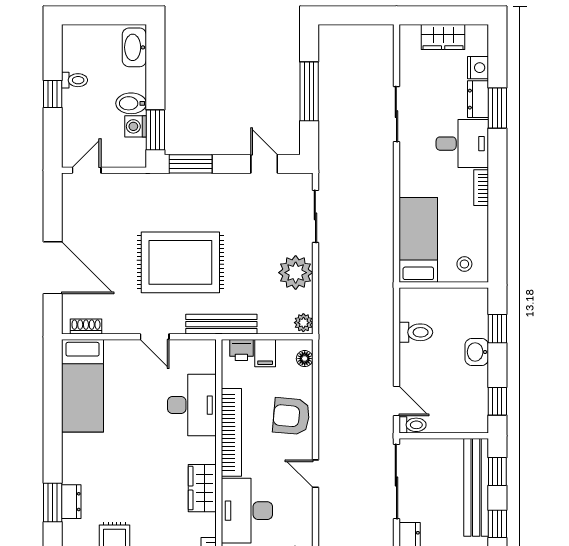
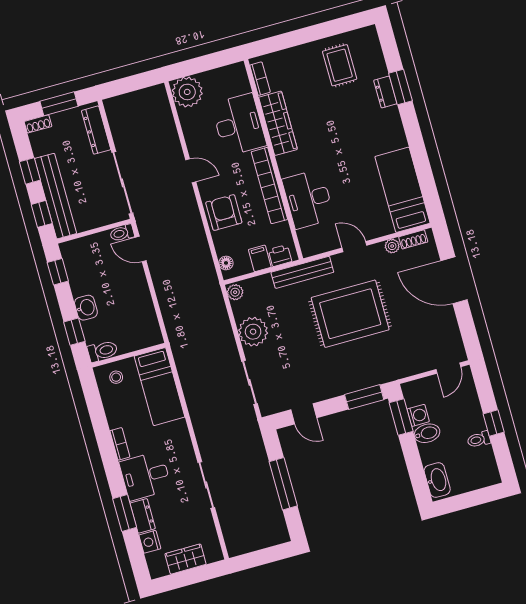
plant: (112, 326) -> (392, 246), added
toilet: (416, 332) -> (102, 351), moved, turned 180
armchair: (291, 416) -> (224, 213), turned -95
wardrobe: (202, 488) -> (278, 123), width x1.50

